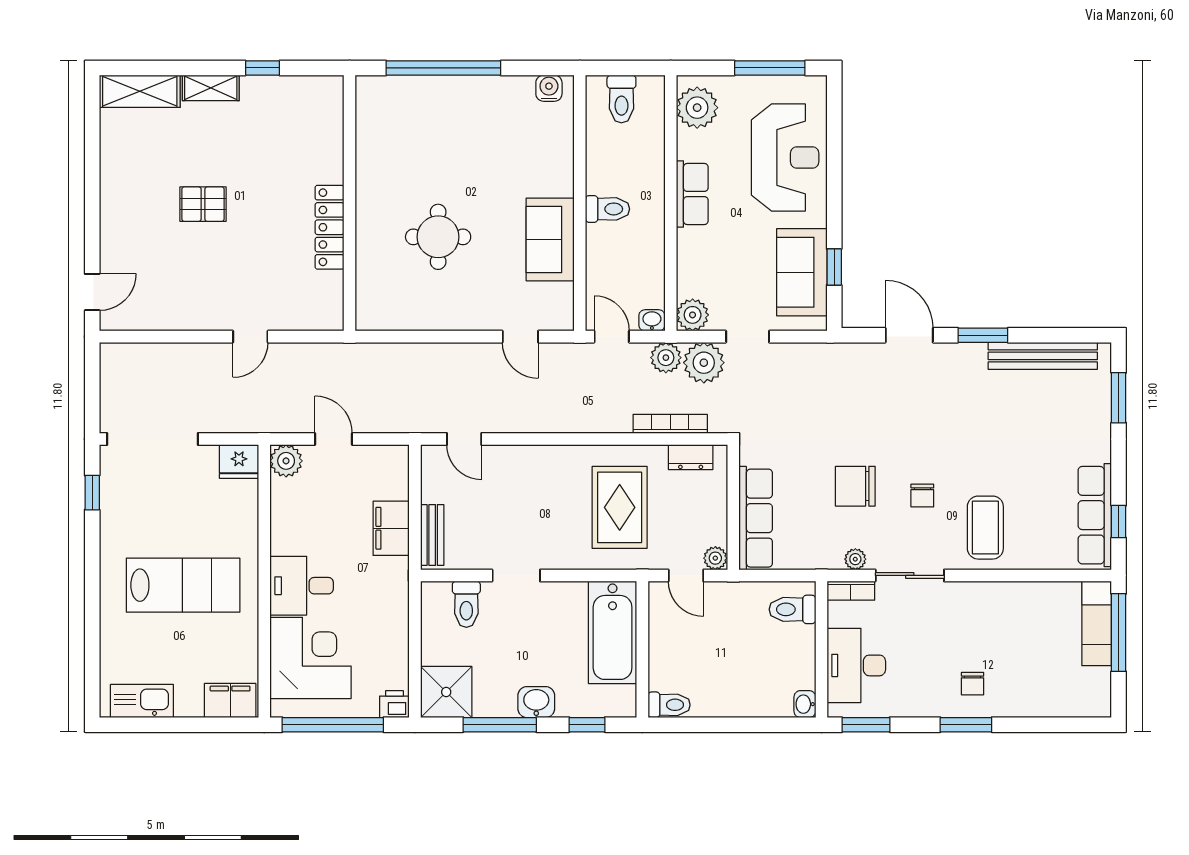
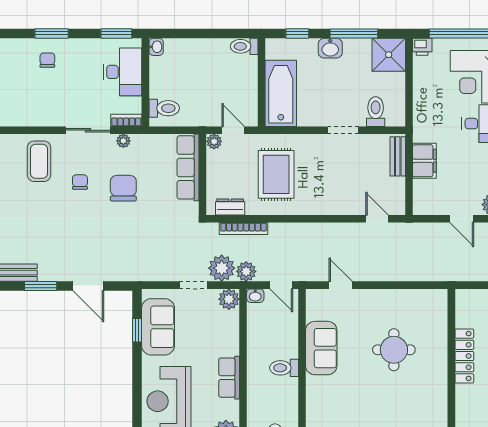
chair: (855, 486) -> (123, 188), turned -90

